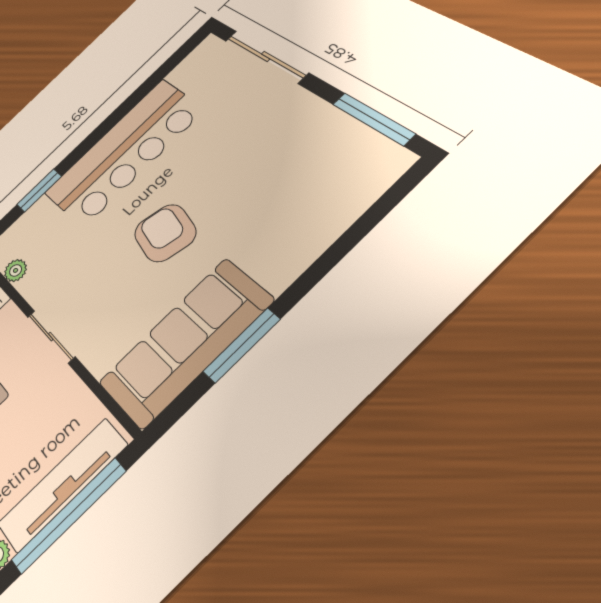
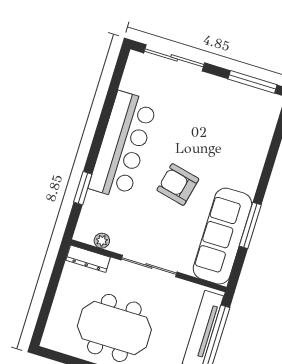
sliding door: (51, 337) -> (149, 266), width x1.37

